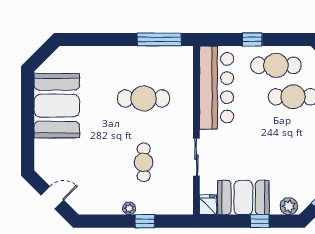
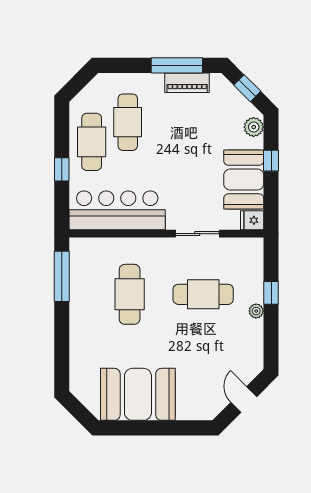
cafe table: (144, 162) -> (203, 294), width x1.37, depth x1.35

